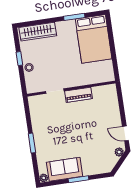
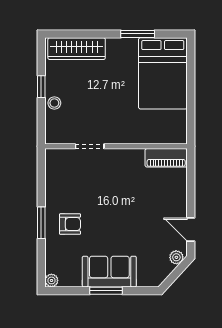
piano: (79, 95) -> (166, 158), moved
armchair: (50, 141) -> (70, 224), added
sofa: (65, 169) -> (109, 272), moved

